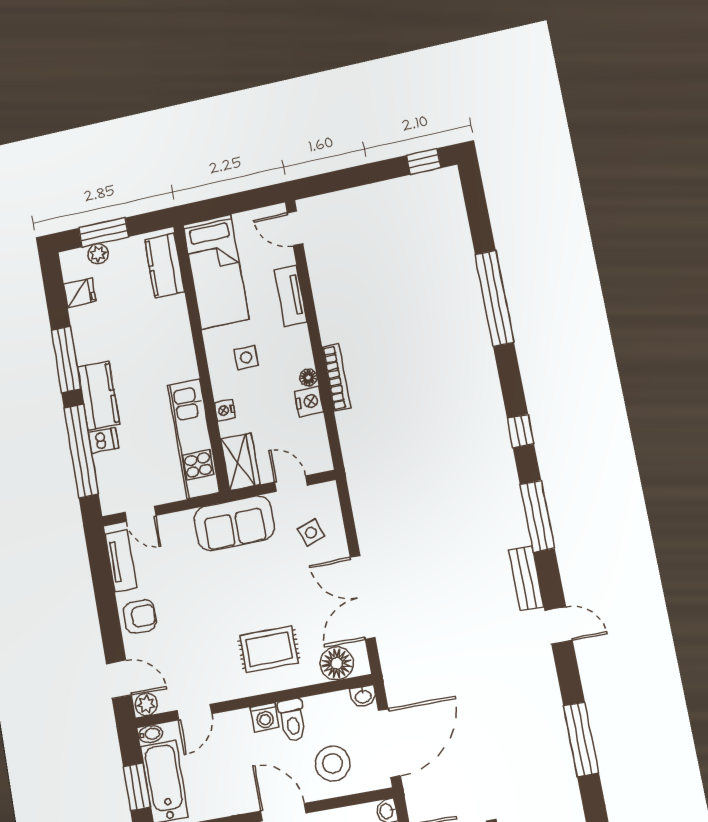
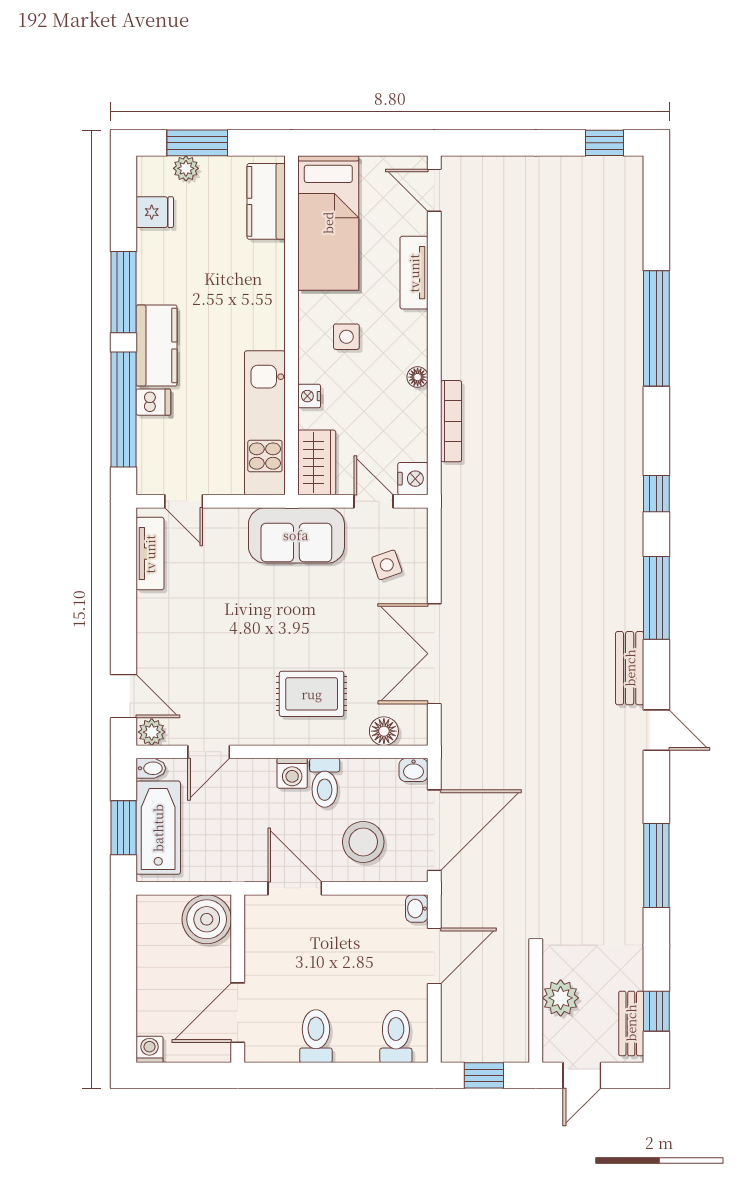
bookcase: (336, 378) -> (451, 421), moved
nightstand: (309, 401) -> (413, 479), moved
armchair: (140, 617) -> (162, 625), removed
floor lamp: (337, 663) -> (384, 731), width x0.73, depth x0.73

